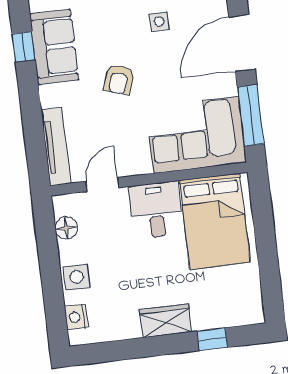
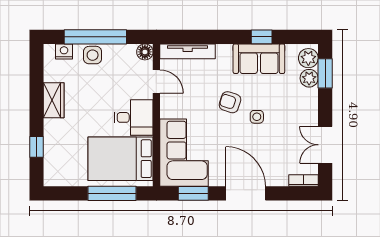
side table: (159, 22) -> (257, 117), moved
window: (251, 115) -> (193, 193), width x0.69
window: (264, 227) -> (112, 193), added
floor lamp: (66, 228) -> (145, 52), moved
window: (51, 276) -> (95, 37), added
wardrobe: (166, 321) -> (54, 100), moved

